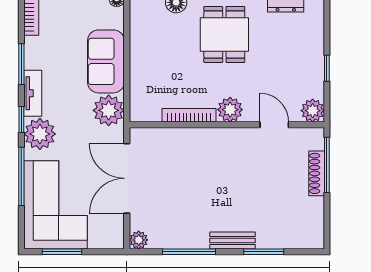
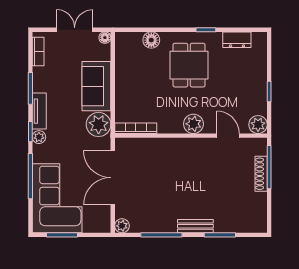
bookcase: (189, 115) -> (136, 128), moved
plant: (40, 134) -> (39, 137), width x0.53, depth x0.53

